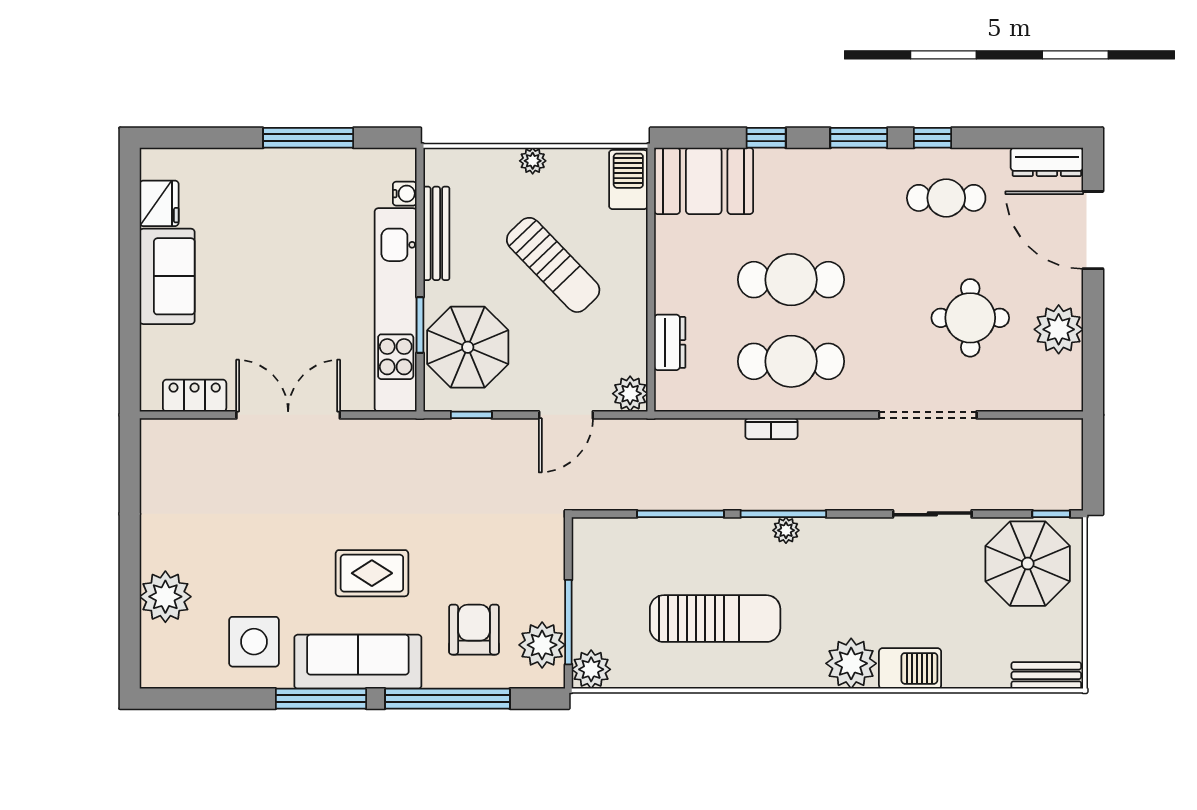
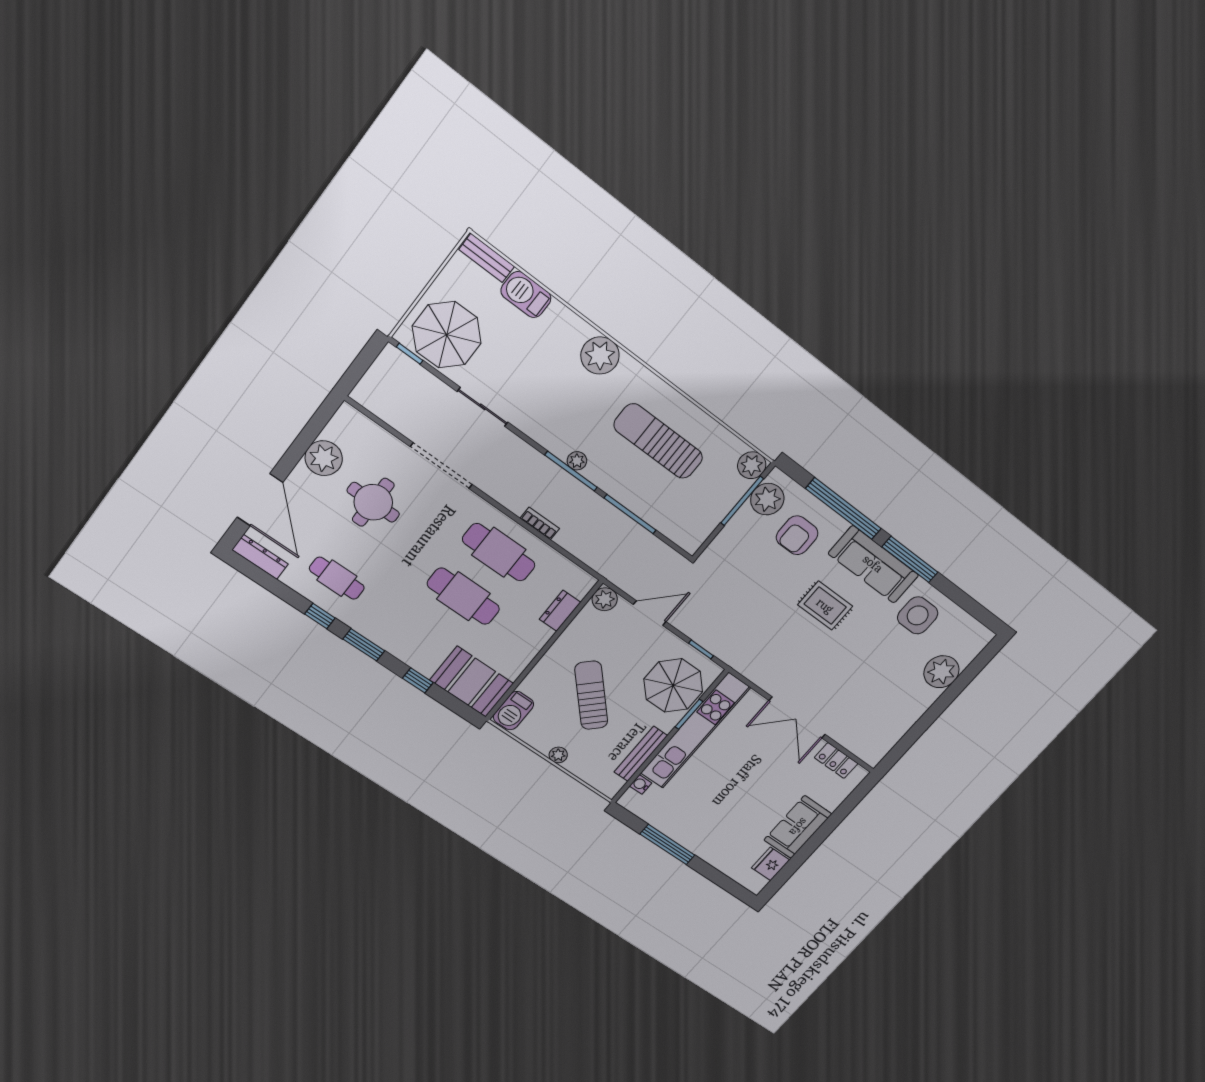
barbecue: (910, 668) -> (526, 295), moved

